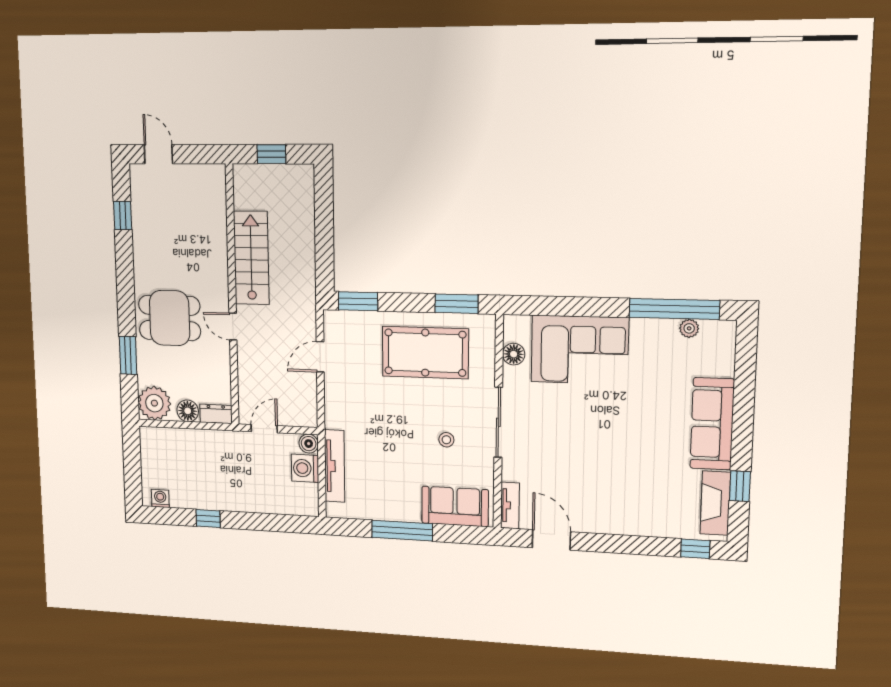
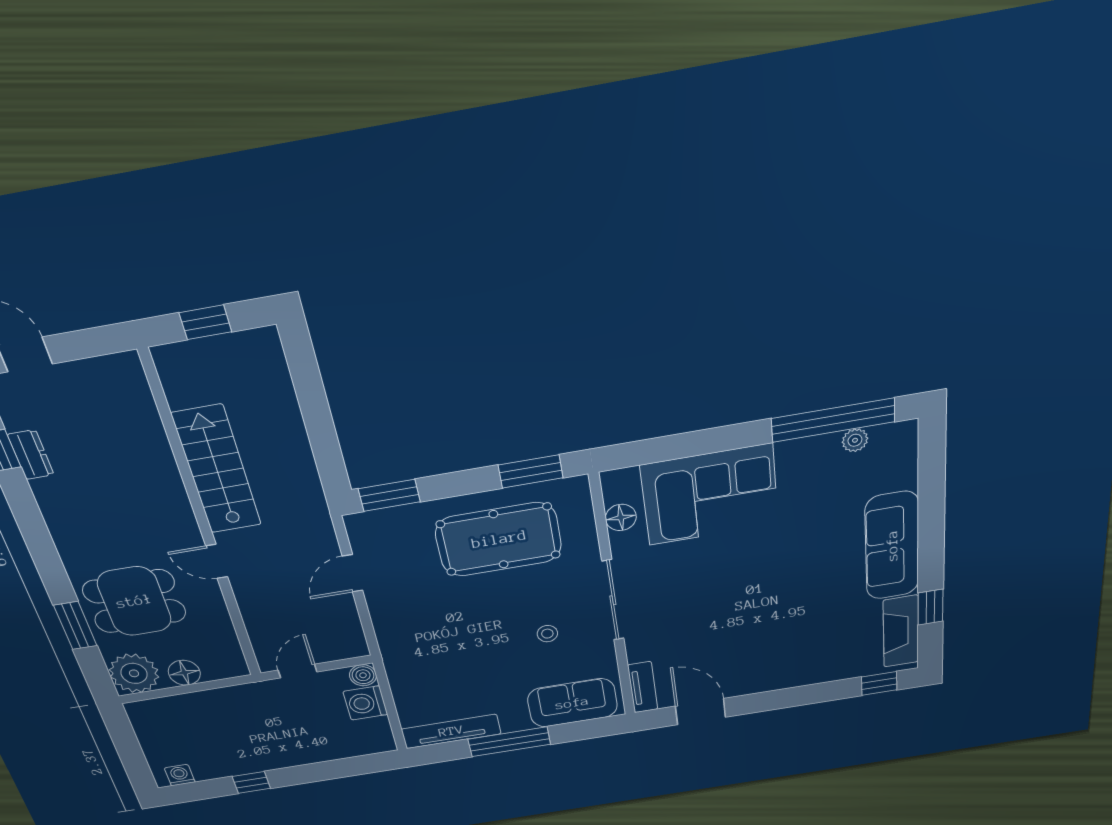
dining table: (170, 318) -> (134, 601), moved
dresser: (216, 414) -> (31, 455), moved, turned 90
tv unit: (335, 466) -> (451, 731), moved, turned -90

